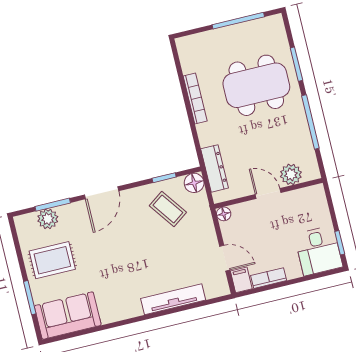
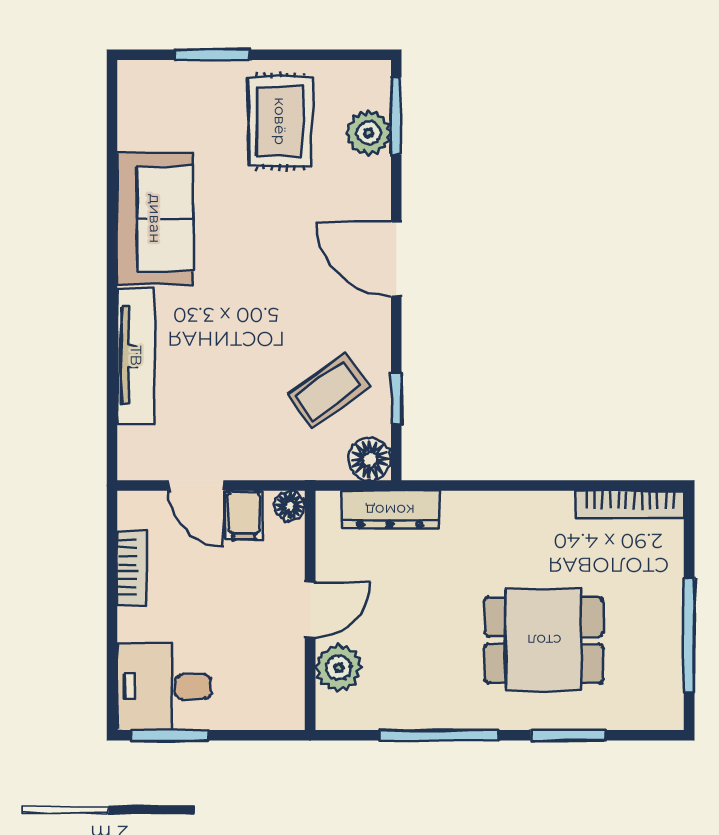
dining table: (256, 85) -> (544, 640), width x0.73
bookcase: (195, 98) -> (630, 504), moved
window: (53, 205) -> (396, 116), moved
window: (340, 243) -> (170, 735), width x1.50
door: (225, 258) -> (196, 485), hinge flipped
filing cabinet: (241, 280) -> (244, 515), moved, turned 90
sofa: (68, 316) -> (155, 219), moved

